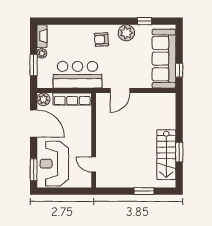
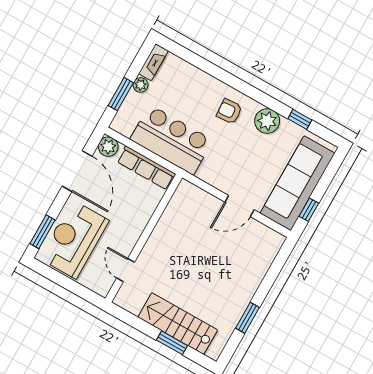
door: (120, 91) -> (239, 206), moved
stairs: (166, 155) -> (178, 324), moved, turned 90

